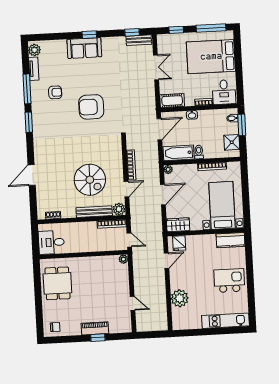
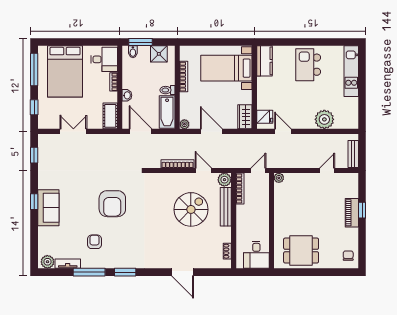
bench: (139, 40) -> (353, 154), moved

